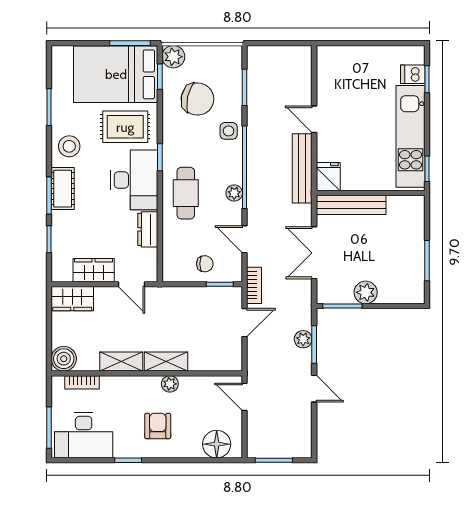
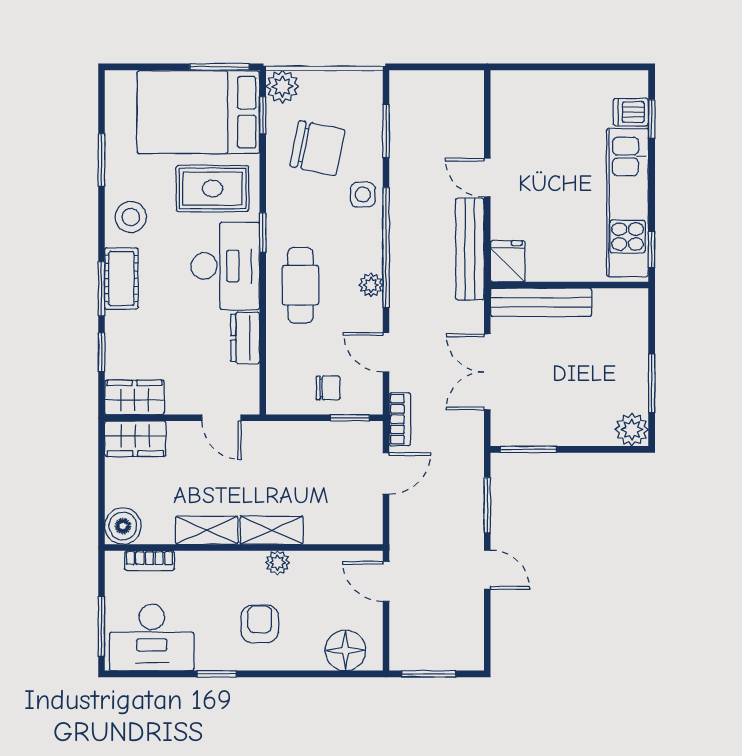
wardrobe: (94, 270) -> (134, 397), moved
plant: (366, 292) -> (632, 430), moved
plant: (303, 339) -> (471, 498), removed

